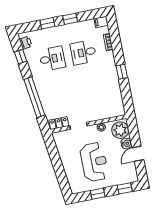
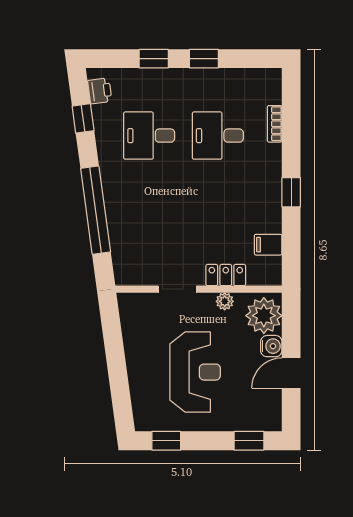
filing cabinet: (101, 22) -> (268, 245), moved
desk: (52, 59) -> (149, 136), turned 180
locker: (59, 123) -> (226, 275), moved
window: (98, 194) -> (166, 441), moved

